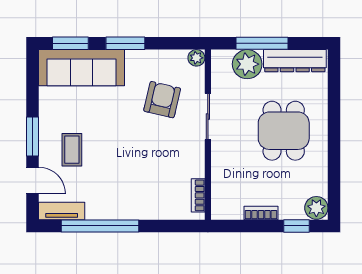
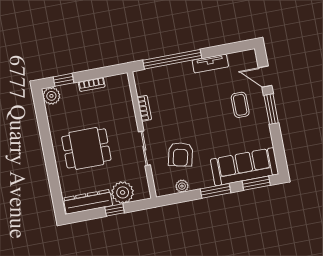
window: (262, 43) -> (115, 210), width x0.46
plant: (196, 58) -> (182, 186), moved
dining table: (284, 131) -> (86, 148), turned 90
bookcase: (198, 195) -> (144, 108), moved
tv unit: (62, 211) -> (210, 64), moved
window: (100, 226) -> (172, 59), moved

